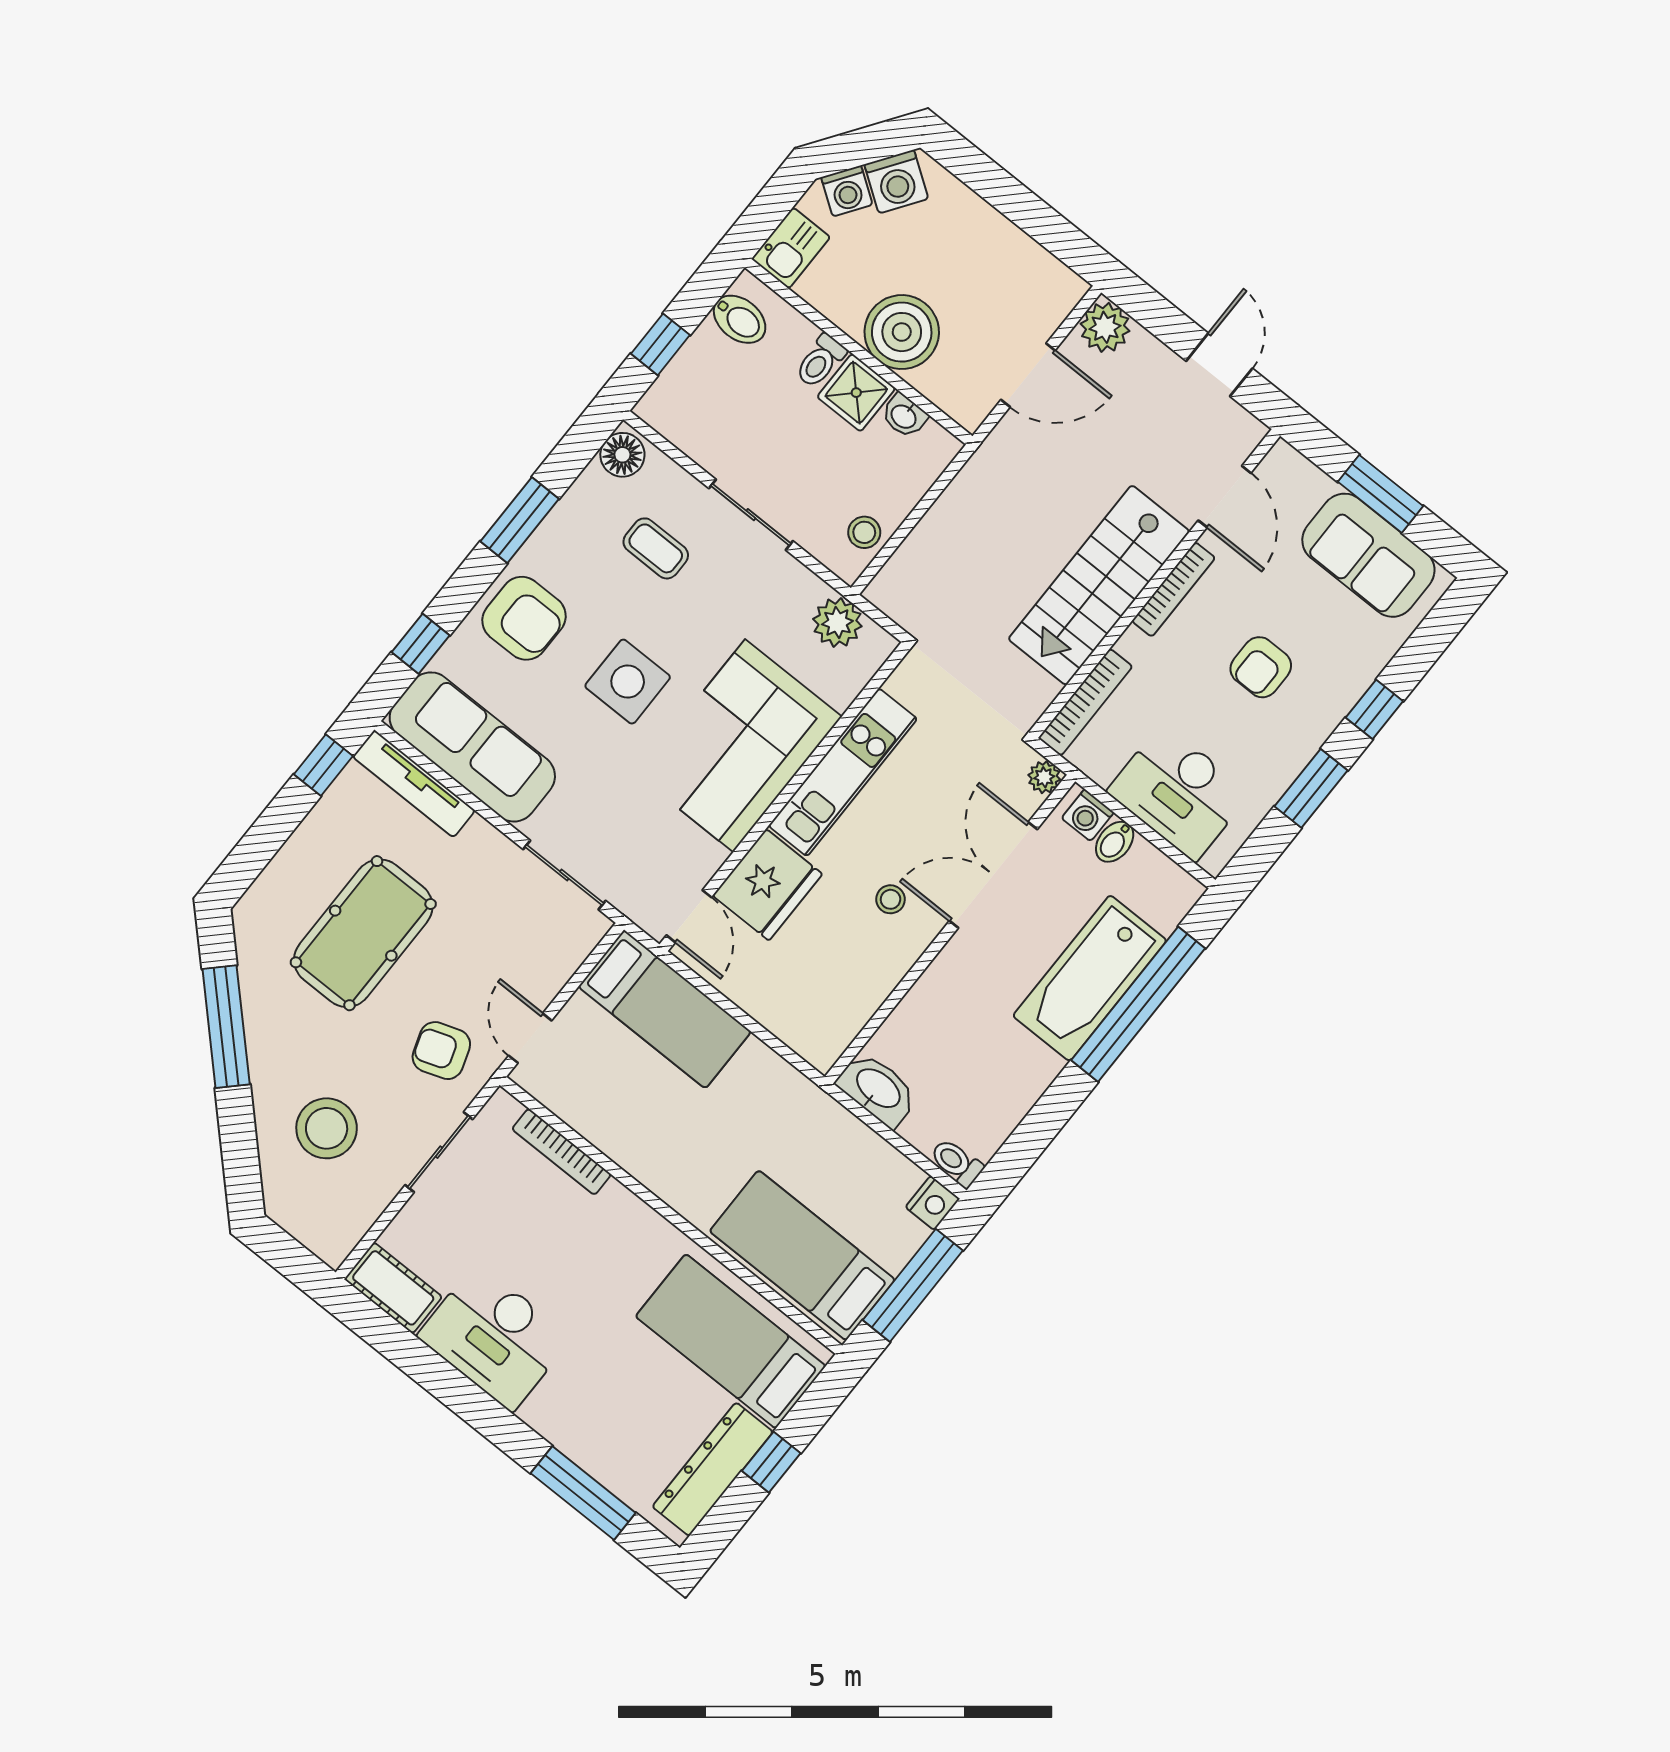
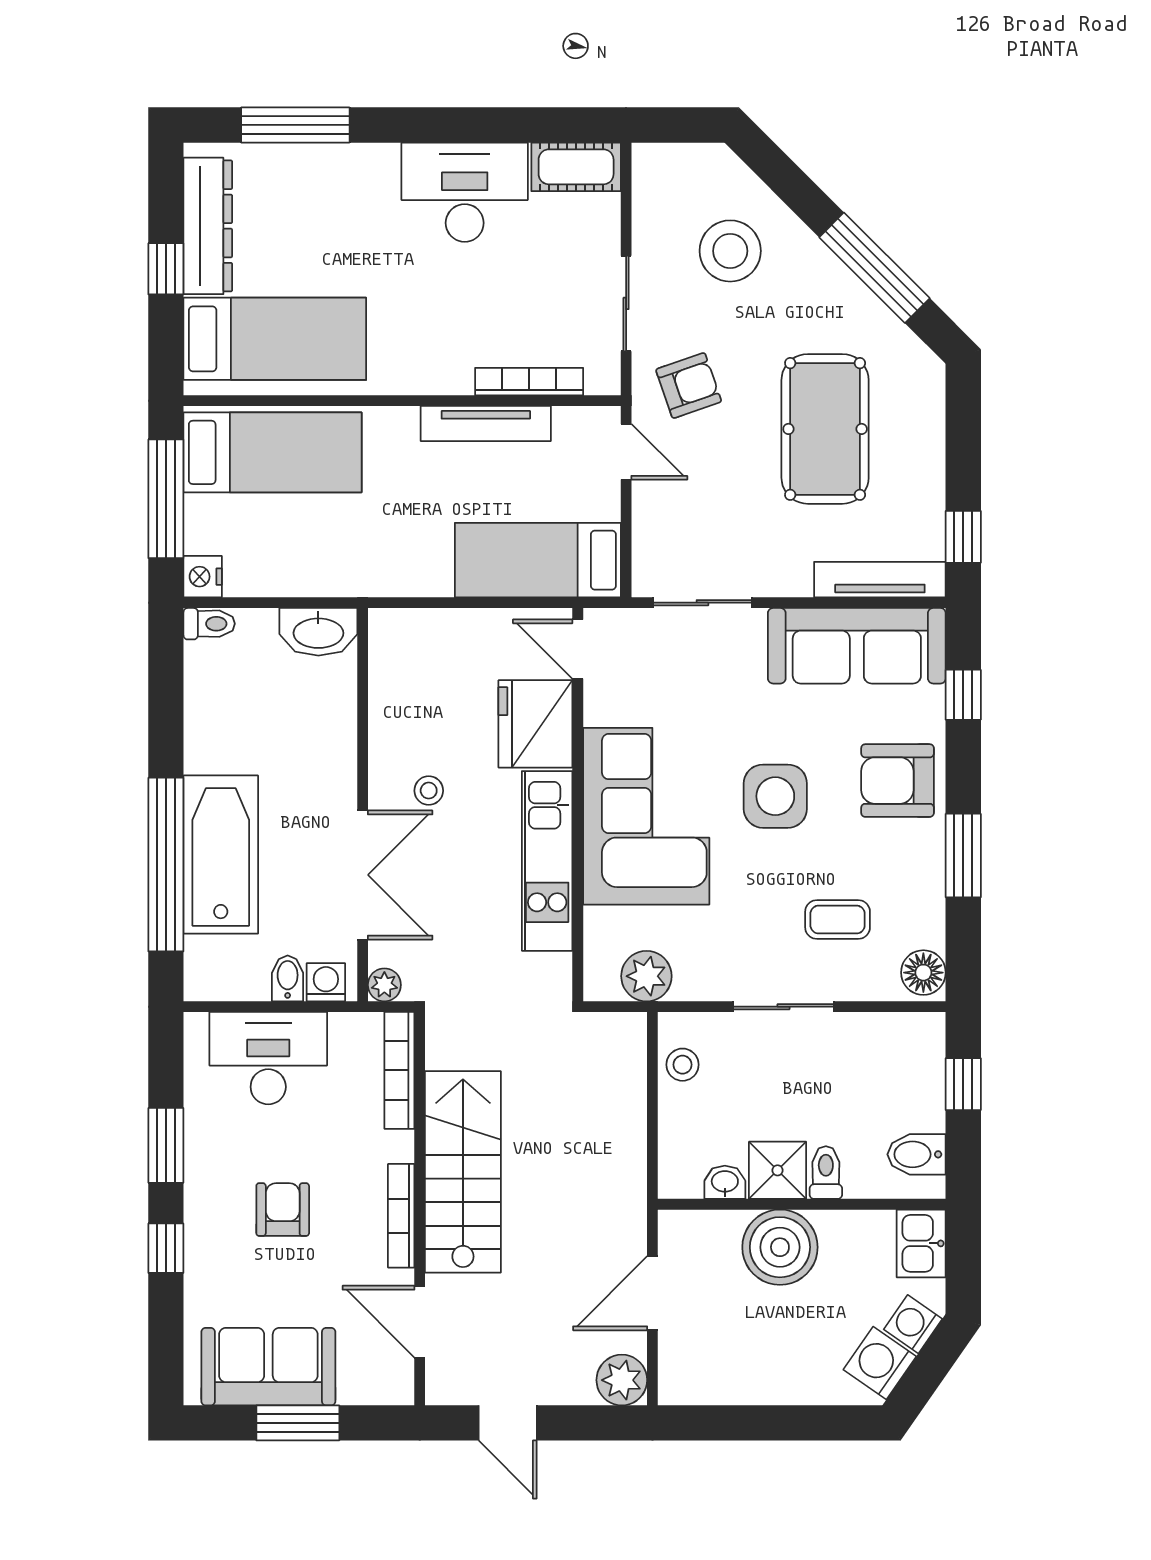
tv unit: (621, 1146) -> (486, 424), added

